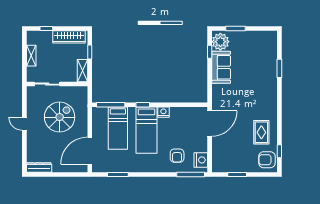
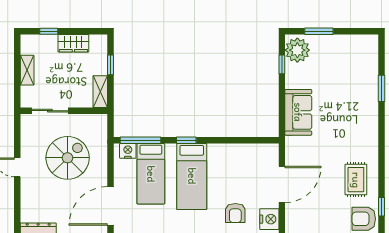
wardrobe: (69, 37) -> (73, 43), width x0.67
sofa: (221, 67) -> (298, 112), moved
nightstand: (163, 112) -> (128, 151), moved
door: (210, 123) -> (282, 184), moved

